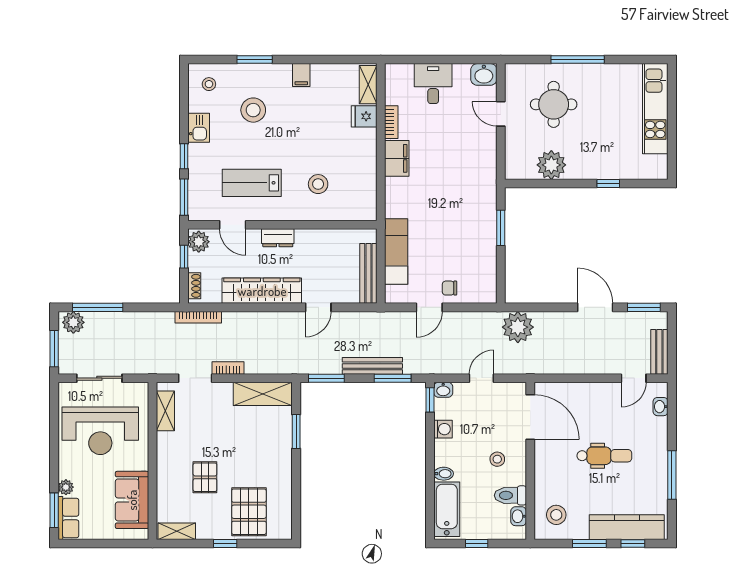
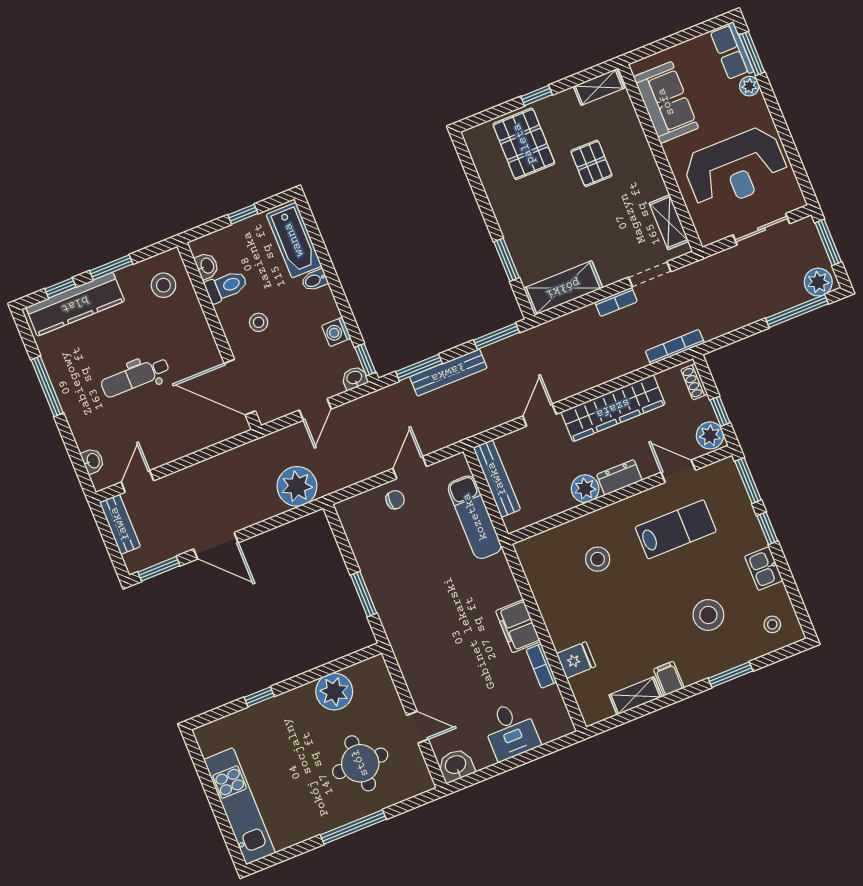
shelving: (368, 85) -> (636, 696), moved, turned 90
plant: (306, 240) -> (585, 489), added
reception desk: (100, 431) -> (736, 168), turned 180

